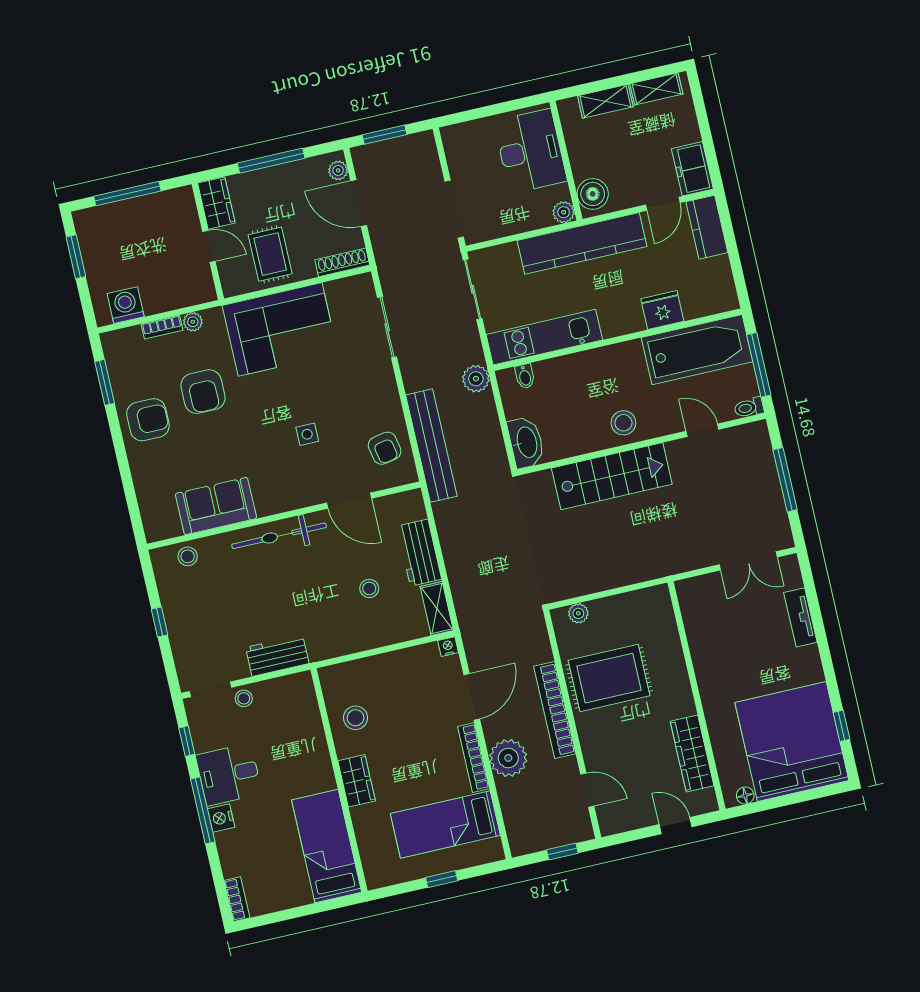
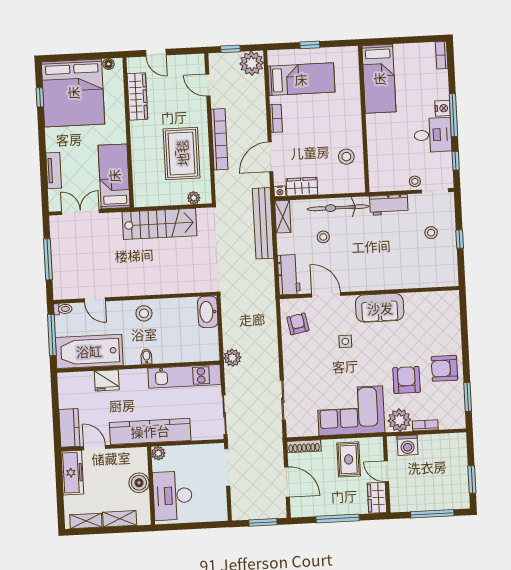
freezer: (692, 169) -> (72, 473), width x1.40
plant: (338, 170) -> (296, 505), removed
boiler: (593, 194) -> (139, 483), moved
door: (663, 204) -> (95, 448), hinge flipped
washing machine: (126, 305) -> (408, 445), moved
plant: (193, 322) -> (399, 420), width x1.88, depth x1.88
bidet: (525, 376) -> (146, 357), moved
bench: (431, 446) -> (263, 223), moved
stairs: (612, 476) -> (160, 224), moved, turned 180
sofa: (216, 506) -> (380, 308), moved
bicycle: (279, 536) -> (338, 208), moved, turned 180
workbench: (419, 553) -> (289, 275), moved
stool: (188, 556) -> (431, 233), moved
bed: (706, 625) -> (114, 176), added
rug: (609, 678) -> (182, 153), turned 90
bookcase: (474, 757) -> (276, 118), width x0.64
plant: (508, 758) -> (252, 63), moved
wardrobe: (357, 781) -> (302, 187), moved, turned 90

